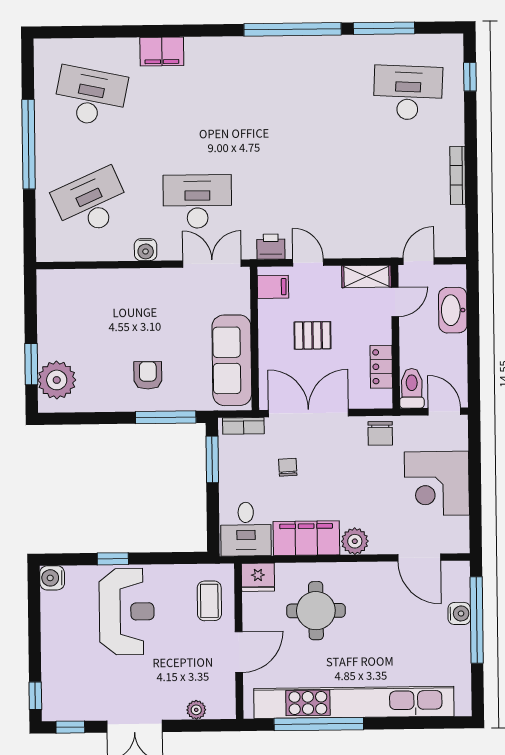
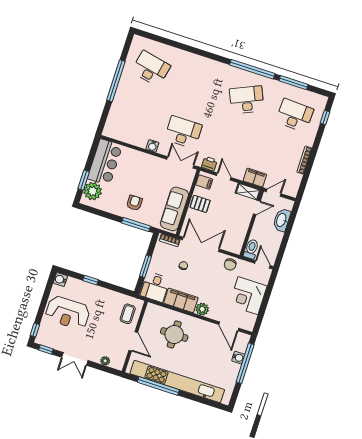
filing cabinet: (162, 51) -> (255, 178), moved, turned 180
desk: (92, 203) -> (247, 100), moved
bar counter: (62, 314) -> (105, 162), added
pallet: (312, 335) -> (200, 204), moved
locker: (381, 367) -> (241, 235), removed
window: (212, 459) -> (145, 266), moved
fridge: (258, 577) -> (153, 311), removed
reception desk: (127, 612) -> (68, 313), moved, turned 90
door: (239, 652) -> (133, 341), hinge flipped

